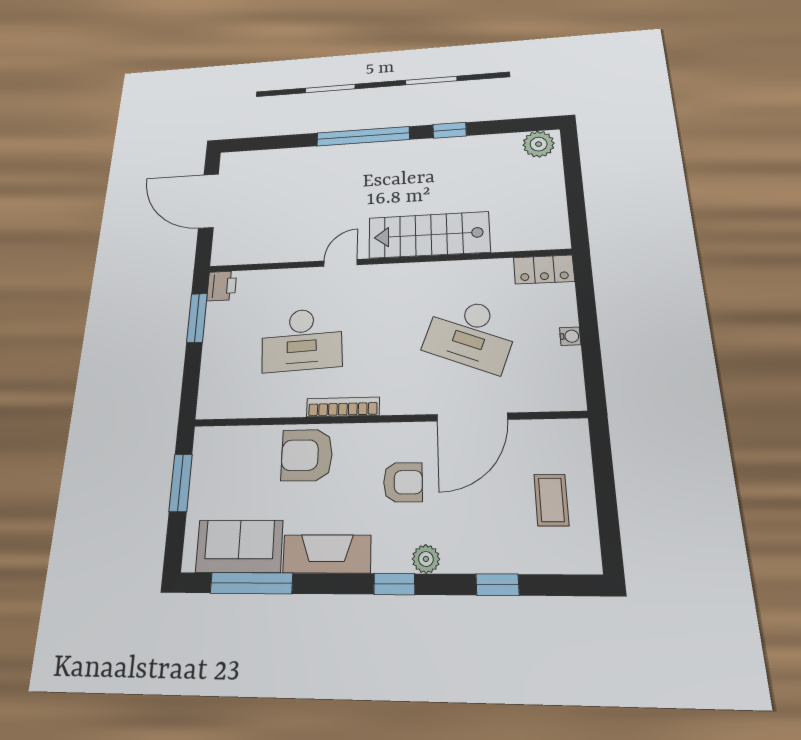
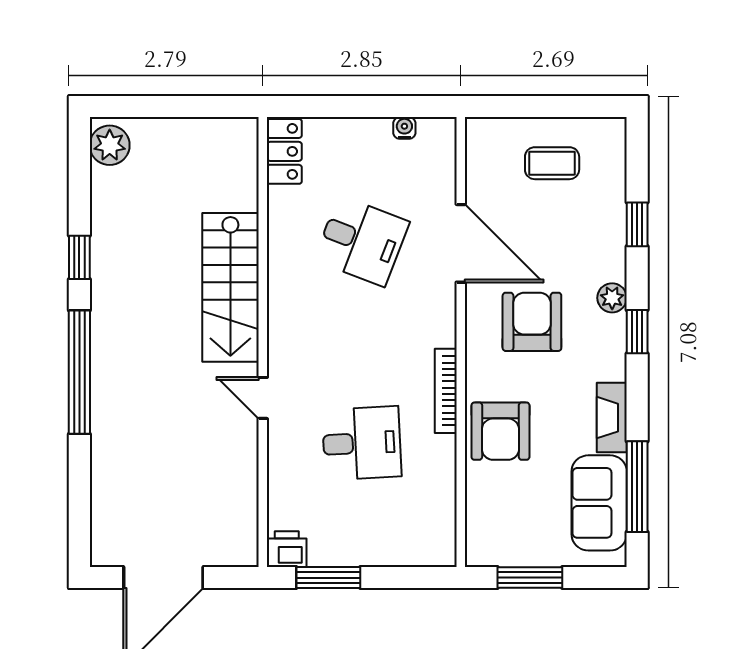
desk: (471, 334) -> (362, 241), width x0.73
water cooler: (570, 336) -> (404, 128), moved
desk: (302, 340) -> (362, 443), width x0.73
armchair: (403, 482) -> (532, 322), width x1.38, depth x1.38
fireplace: (327, 554) -> (612, 418), width x0.73, depth x0.76

